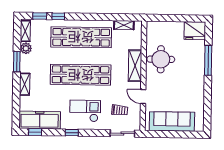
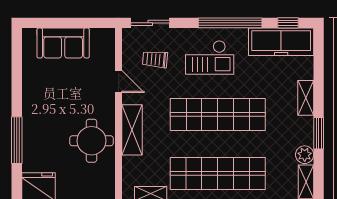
sofa: (172, 121) -> (63, 43), width x0.73
window: (72, 133) -> (230, 23), width x3.17

